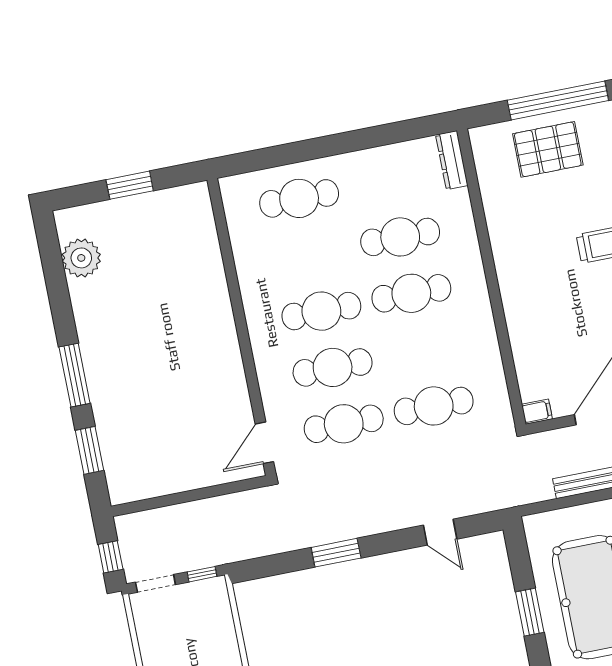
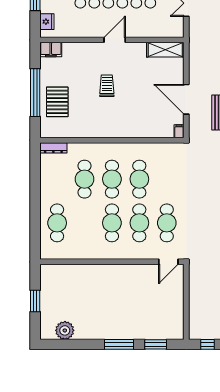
cafe table: (434, 406) -> (139, 179), moved
door: (264, 443) -> (168, 262), hinge flipped

